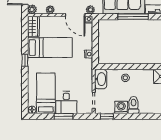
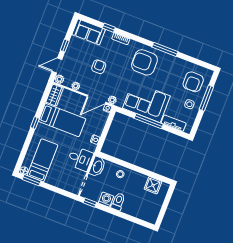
door: (75, 15) -> (96, 99), hinge flipped
desk: (66, 102) -> (80, 159), moved, turned -90
window: (64, 116) -> (32, 180), moved

